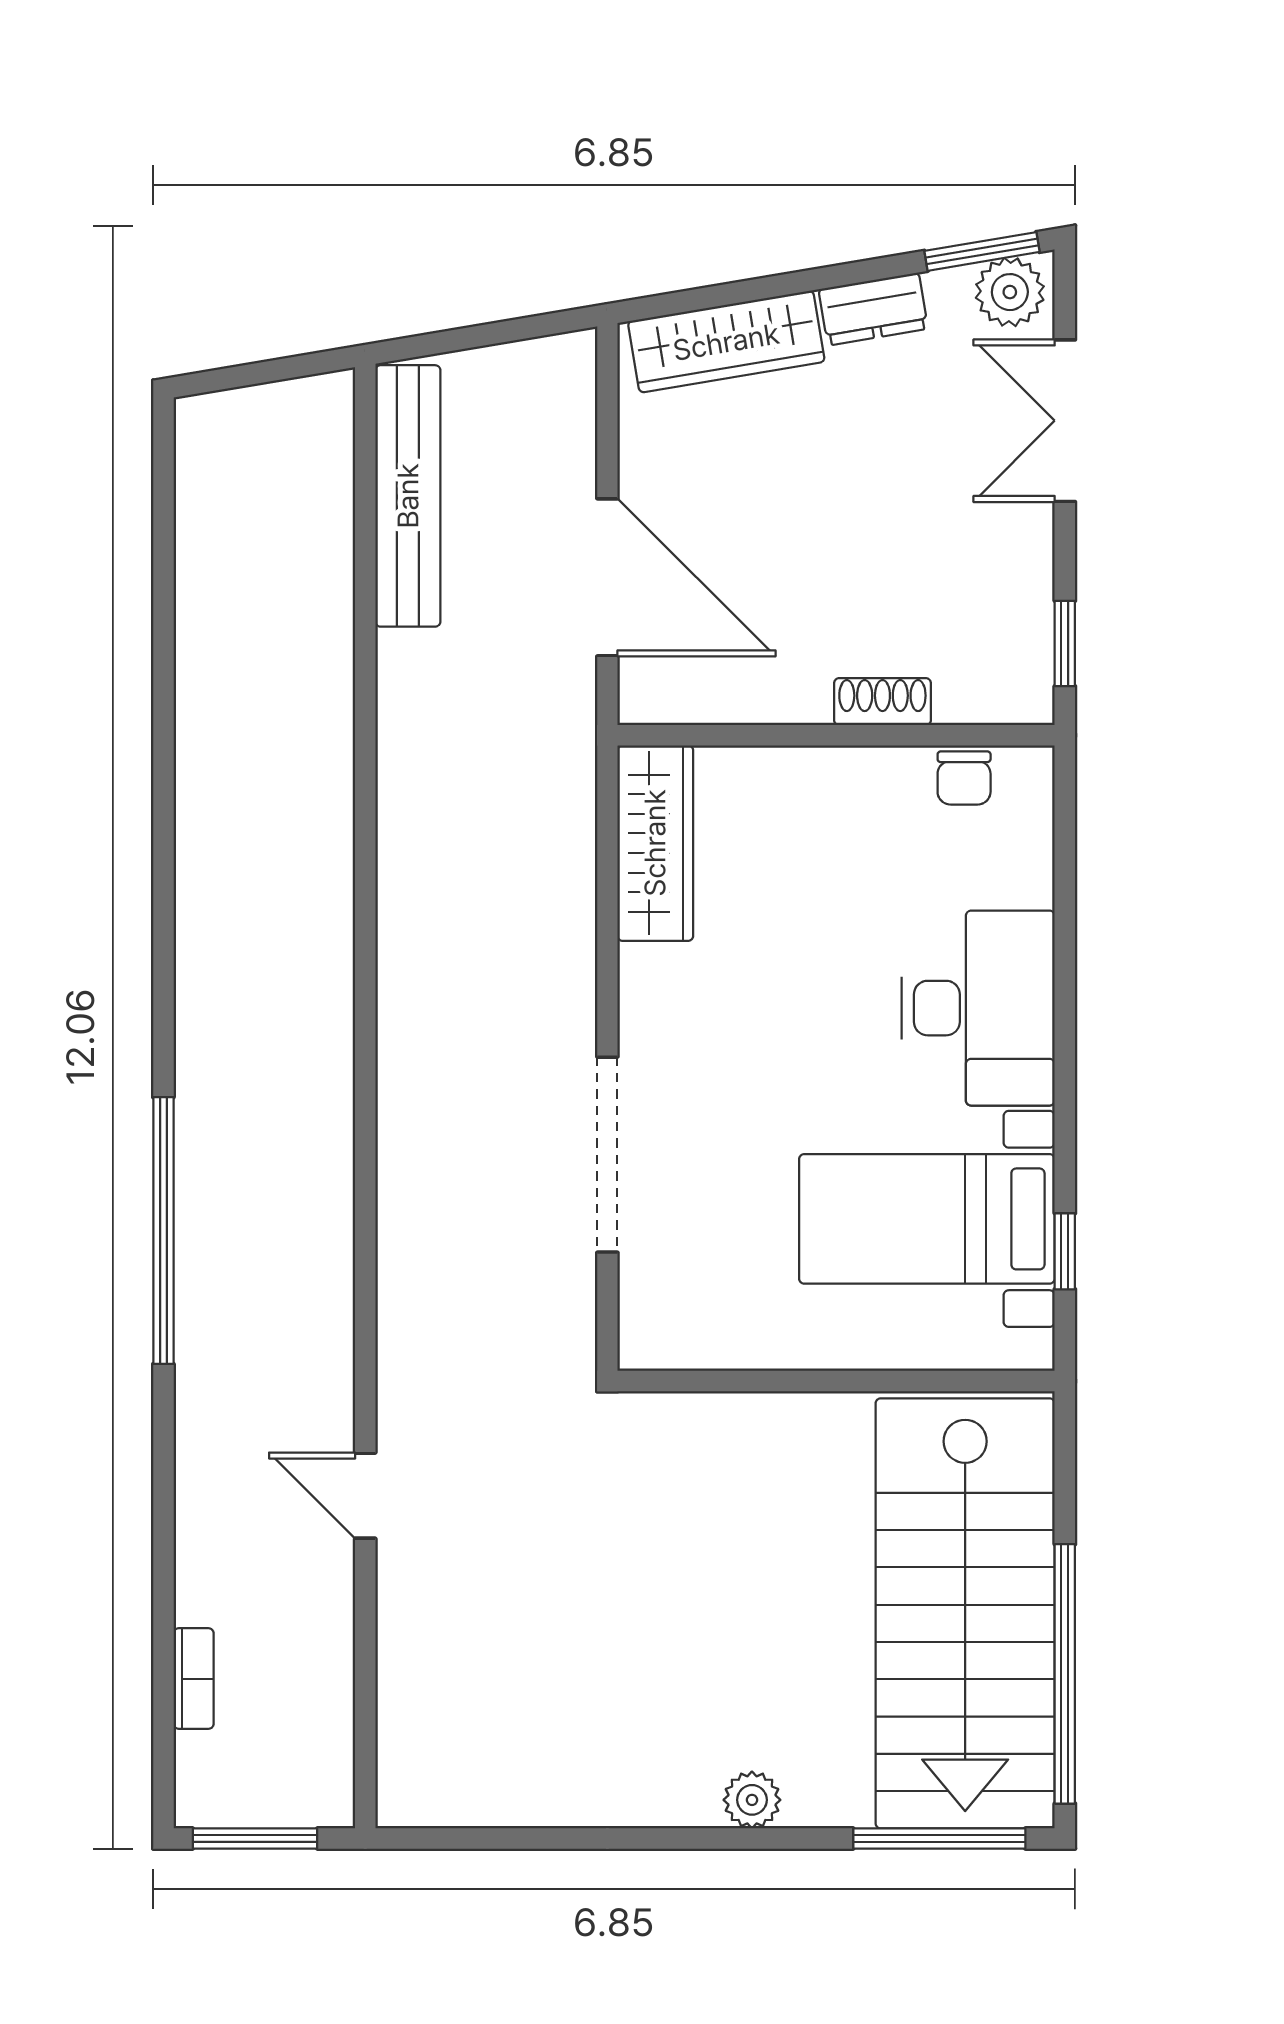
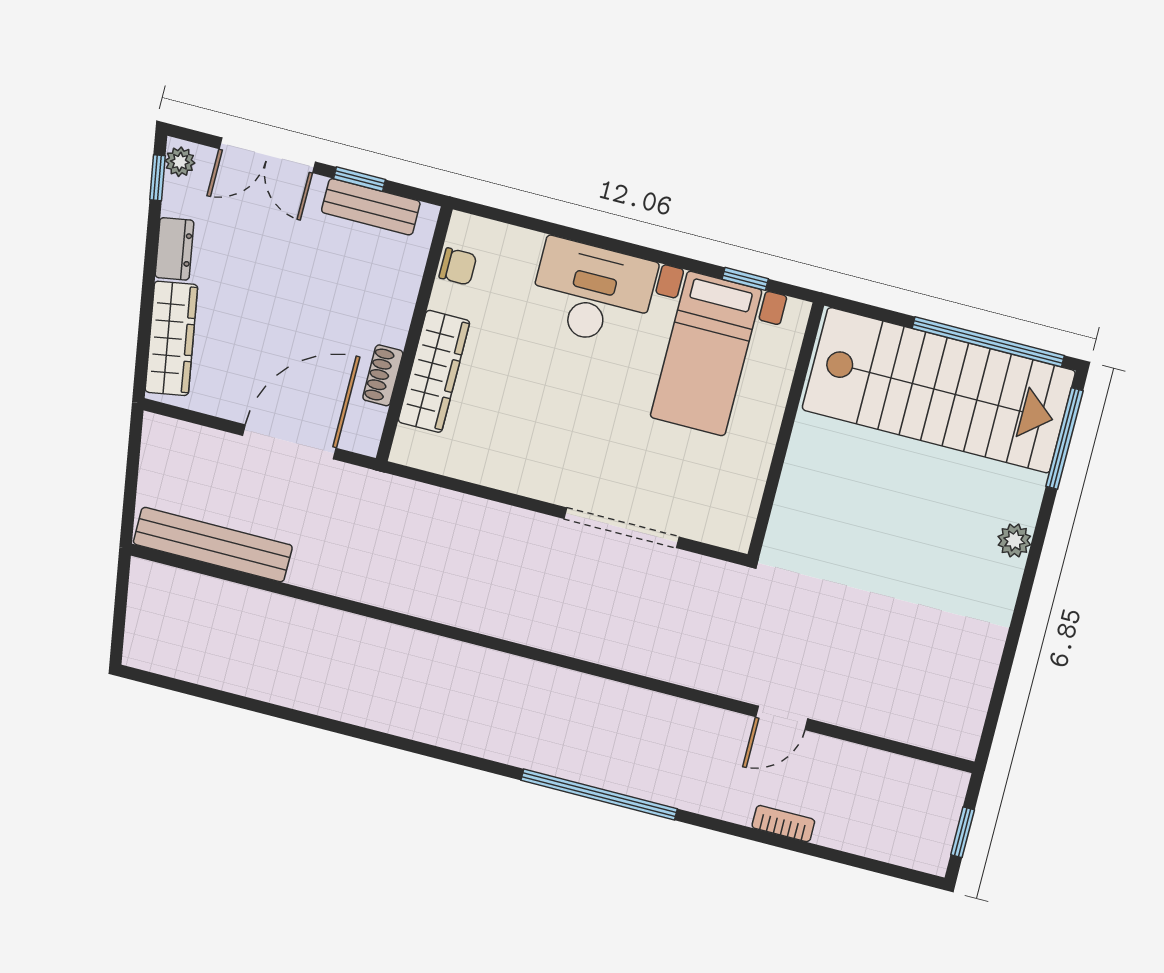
window: (982, 251) -> (158, 178), width x0.67
plant: (1010, 292) -> (180, 162), width x0.73, depth x0.73
bench: (1025, 611) -> (371, 207), added
window: (1065, 644) -> (359, 179), moved
shoe rack: (882, 702) -> (383, 375), moved
wardrobe: (655, 843) -> (434, 371), moved, turned 90
bookcase: (194, 1679) -> (783, 824), moved
window: (255, 1838) -> (963, 832), width x0.67

